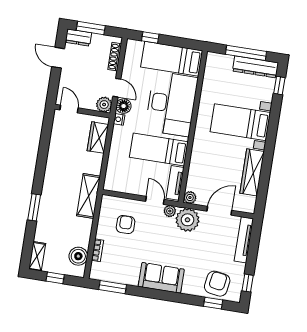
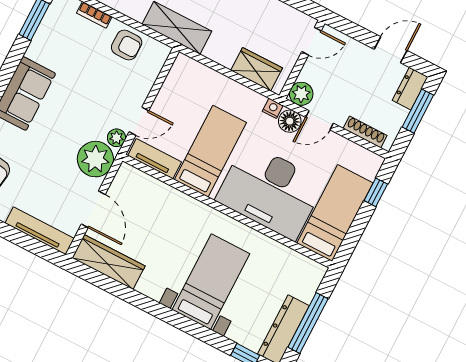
wardrobe: (252, 172) -> (109, 262), moved
plant: (190, 198) -> (126, 173), removed
armchair: (126, 224) -> (127, 45), moved

